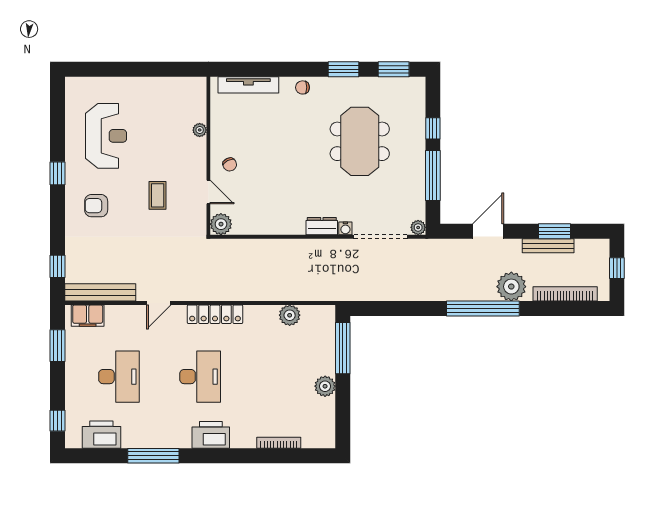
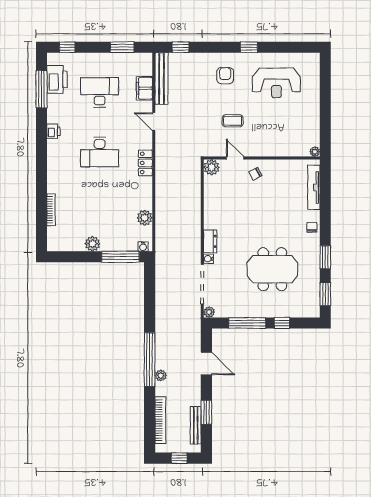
plant: (200, 130) -> (315, 152), moved
door: (208, 192) -> (235, 158), swing flipped
bench: (548, 246) -> (196, 425), moved
plant: (511, 287) -> (161, 376), width x0.53, depth x0.53
locker: (215, 314) -> (145, 163), width x0.66
filing cabinet: (88, 316) -> (144, 88), moved
water cooler: (329, 317) -> (143, 246), added
desk: (119, 377) -> (100, 92), turned 180
printer: (211, 435) -> (54, 131), moved, width x0.53, depth x0.68
window: (153, 456) -> (41, 89), moved

